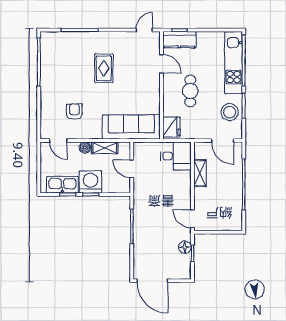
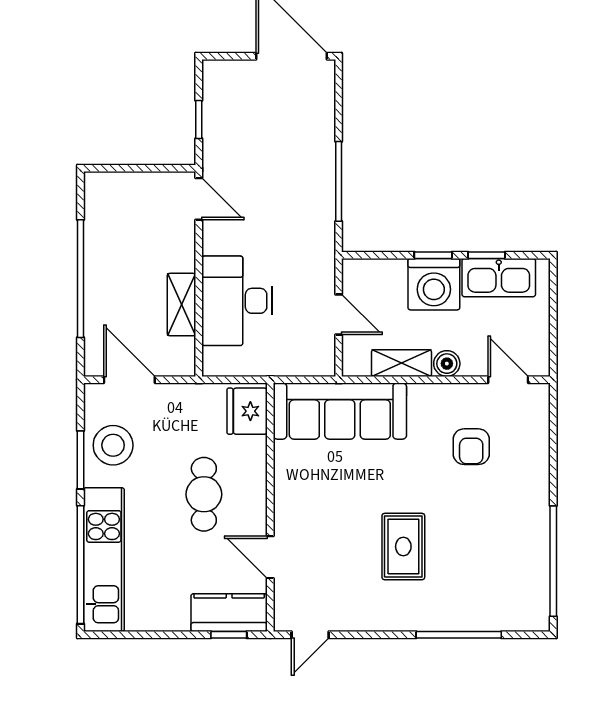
desk: (176, 156) -> (237, 301), moved, width x1.37
floor lamp: (185, 247) -> (216, 134), removed

